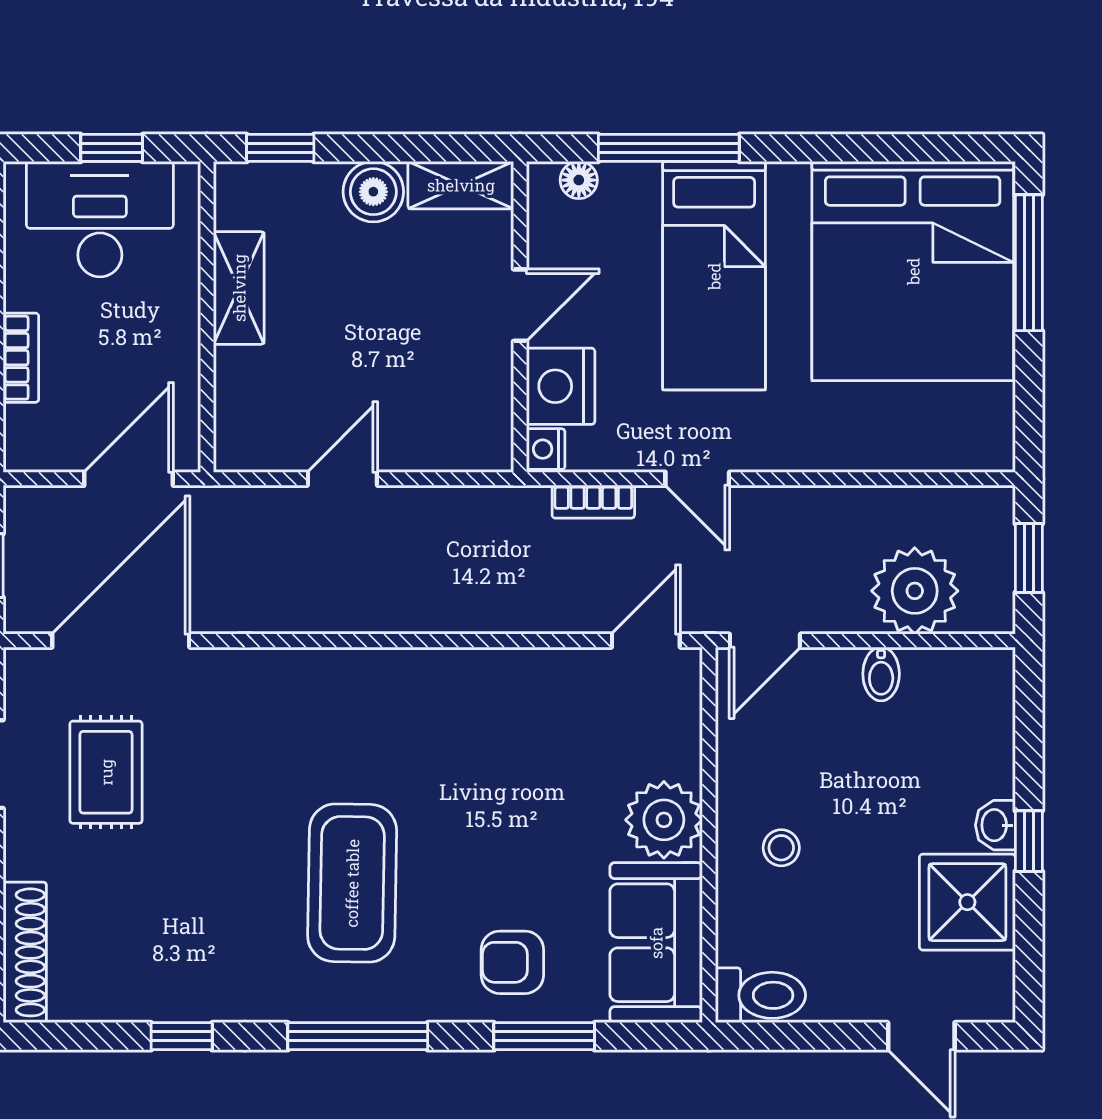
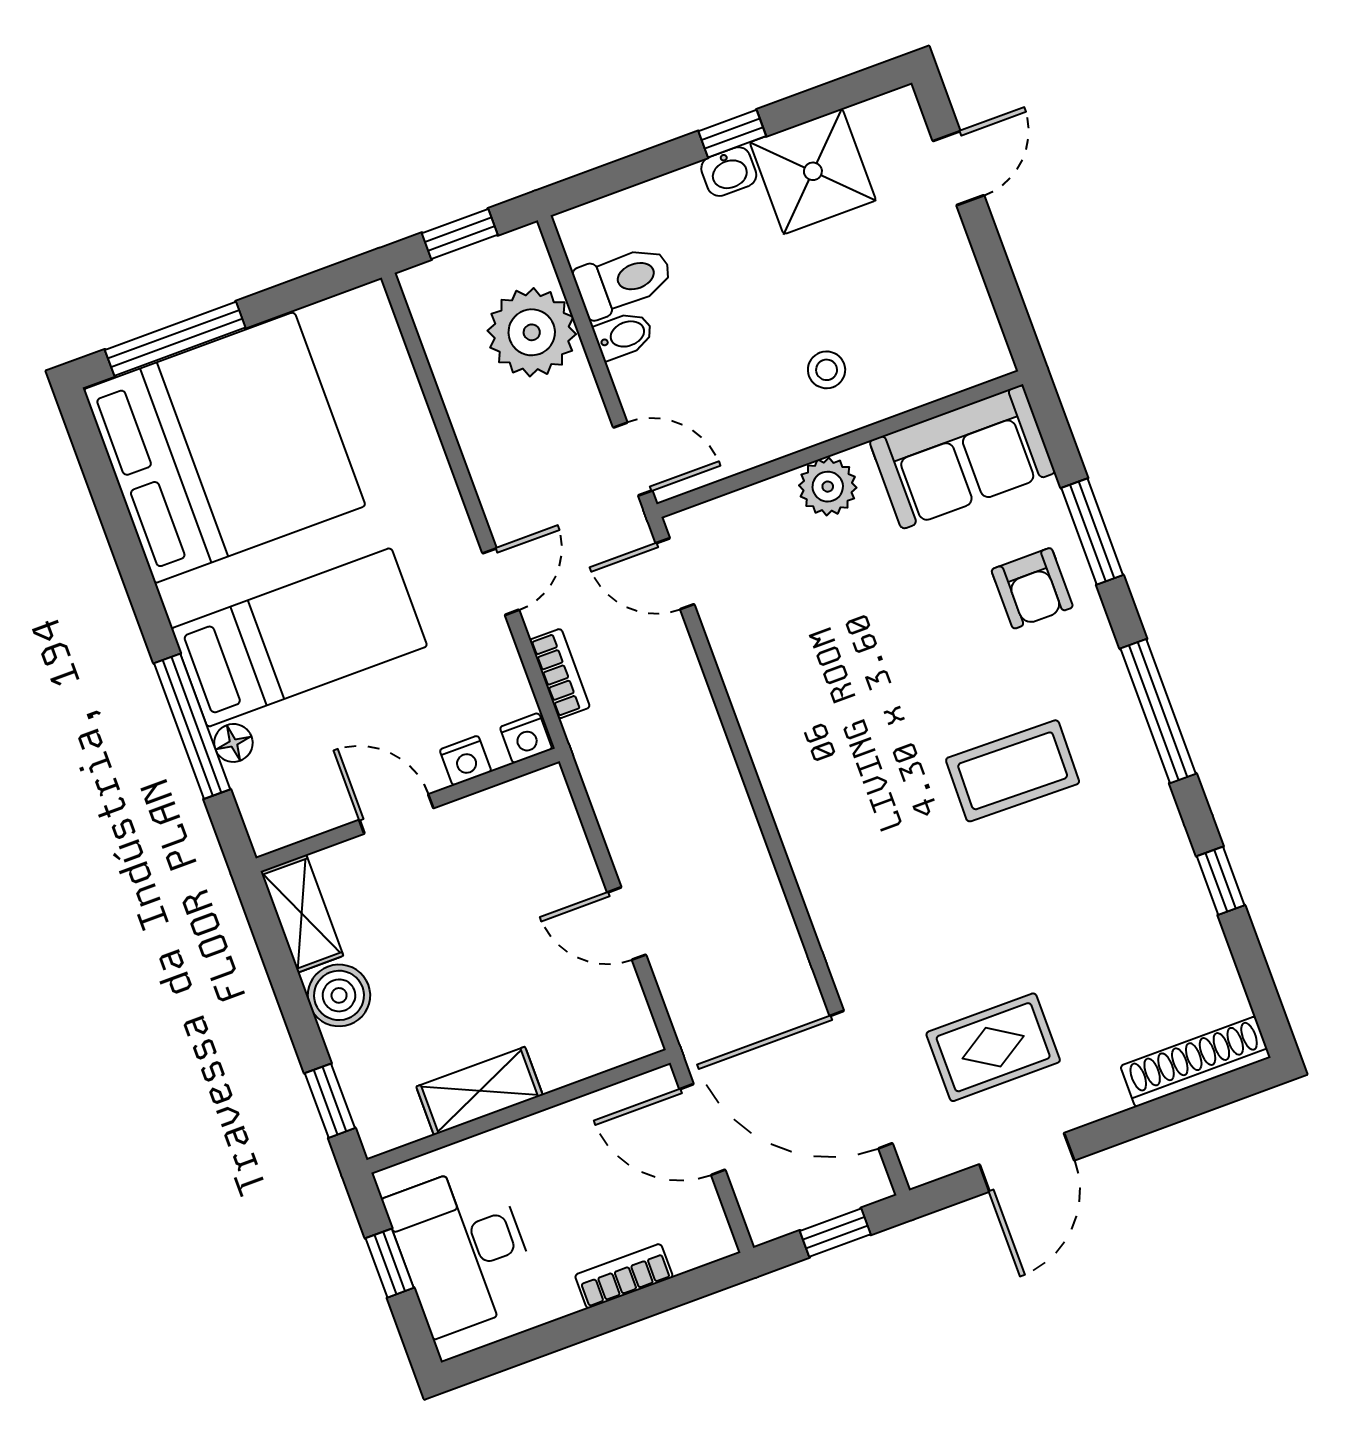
floor lamp: (579, 180) -> (233, 743), moved
nightstand: (561, 386) -> (465, 761), width x0.53, depth x0.56
plant: (664, 820) -> (828, 487), width x0.73, depth x0.73
coffee table: (352, 883) -> (1013, 771), width x0.73, depth x0.76
toilet: (760, 995) -> (624, 281), moved, turned 90

